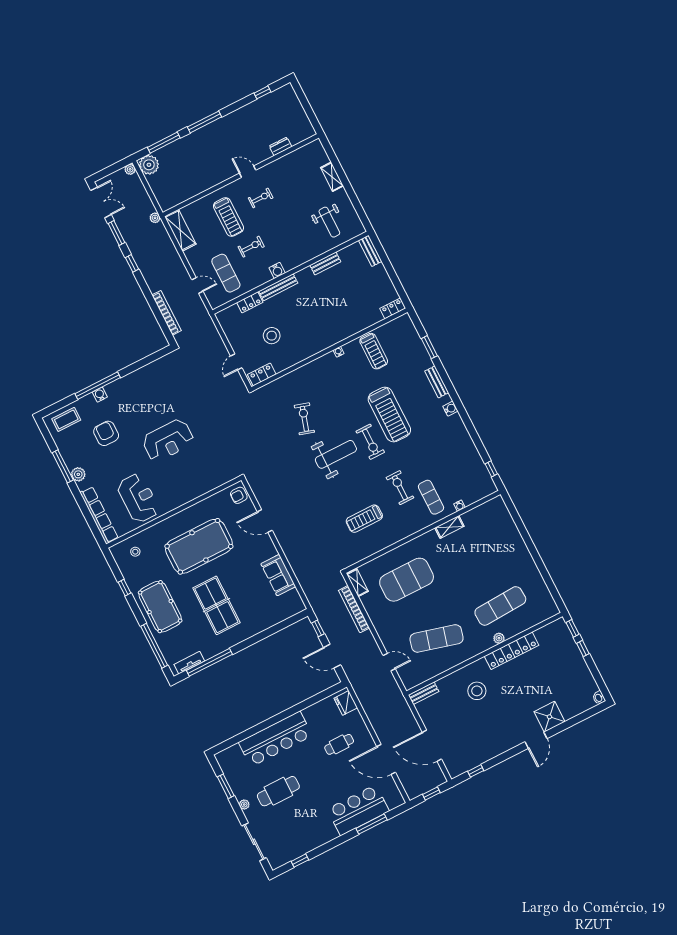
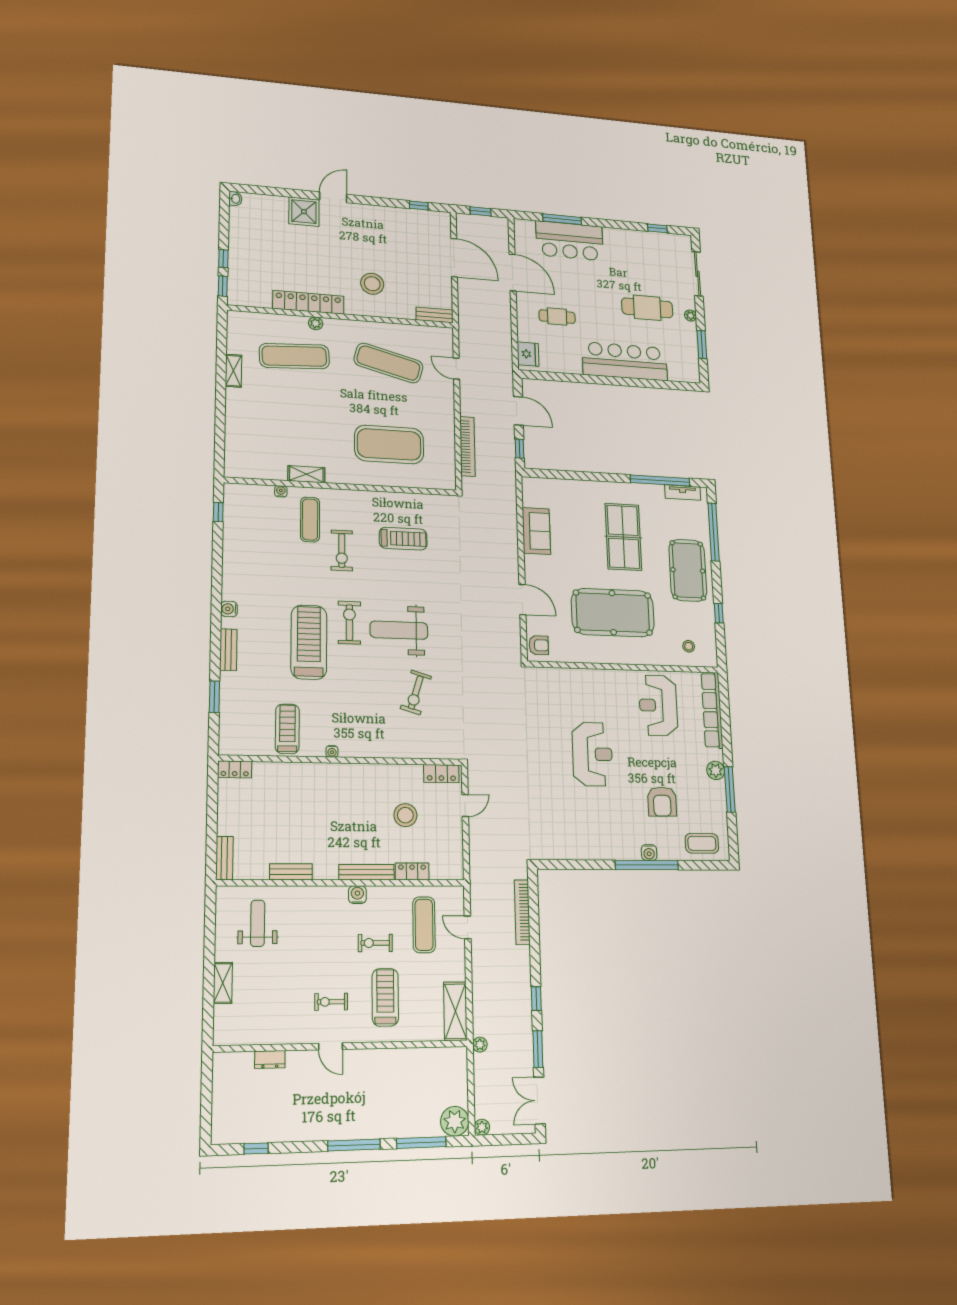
reception desk: (168, 440) -> (592, 754), turned 90
shelving: (357, 583) -> (233, 371), moved

